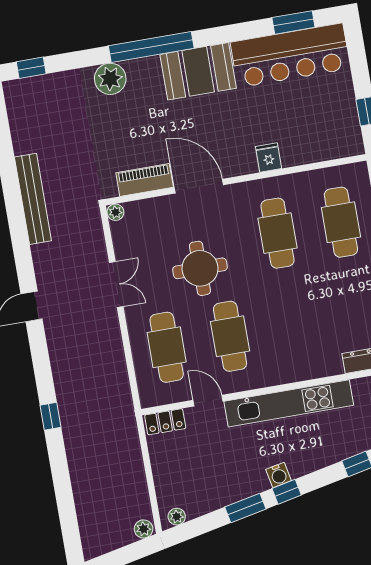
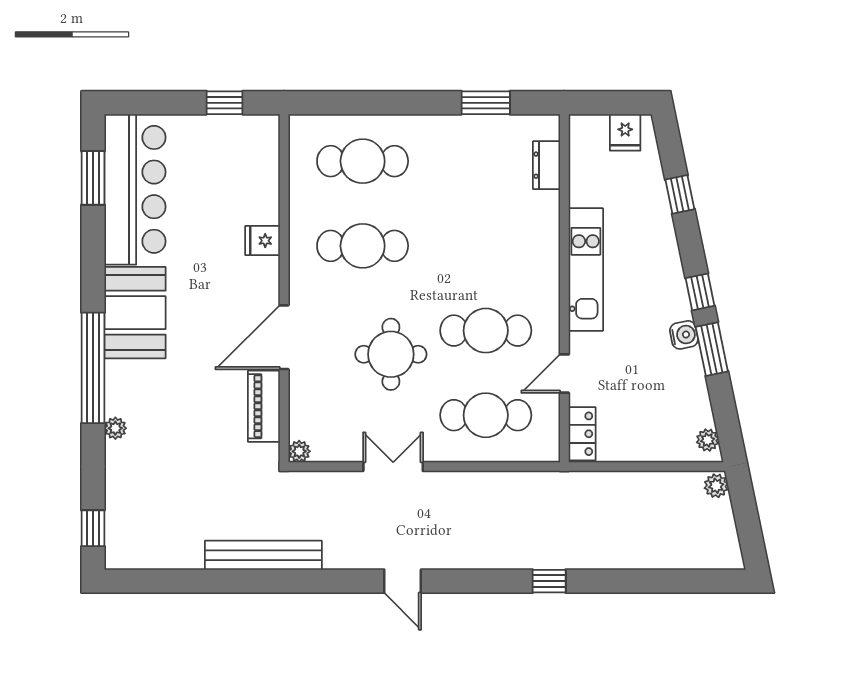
plant: (110, 79) -> (115, 428), width x0.53, depth x0.53
kitchen unit: (289, 403) -> (586, 269), width x0.73
water cooler: (279, 475) -> (684, 335), moved

